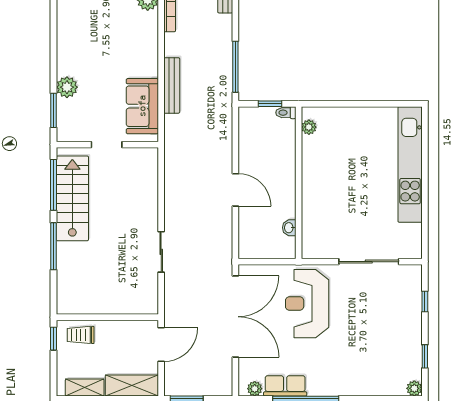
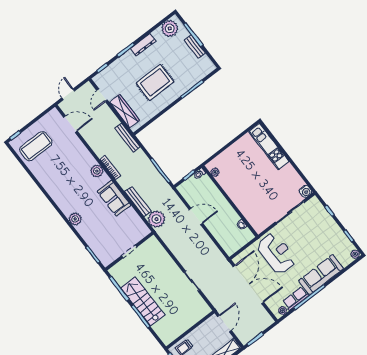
plant: (67, 87) -> (75, 219), moved
sofa: (142, 106) -> (114, 198), moved
plant: (179, 129) -> (156, 219), added
kitchen unit: (410, 164) -> (269, 147), width x0.73
door: (235, 190) -> (196, 216), moved
stairs: (72, 198) -> (143, 301), moved
water cooler: (413, 249) -> (306, 191), added
reception desk: (307, 304) -> (276, 253), turned 180
sofa: (346, 380) -> (321, 275), added

